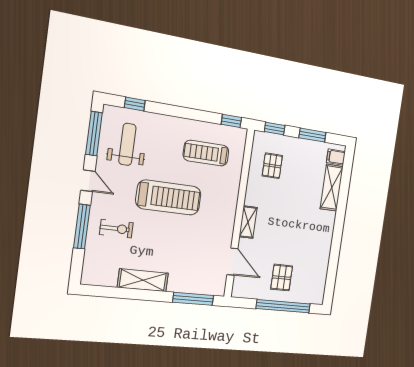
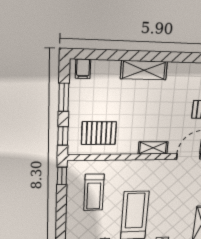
pallet: (272, 166) -> (99, 133), width x1.50, depth x1.42
shelving: (332, 188) -> (144, 70), moved

